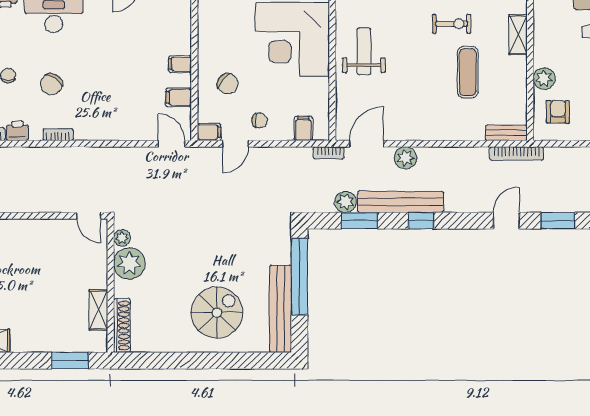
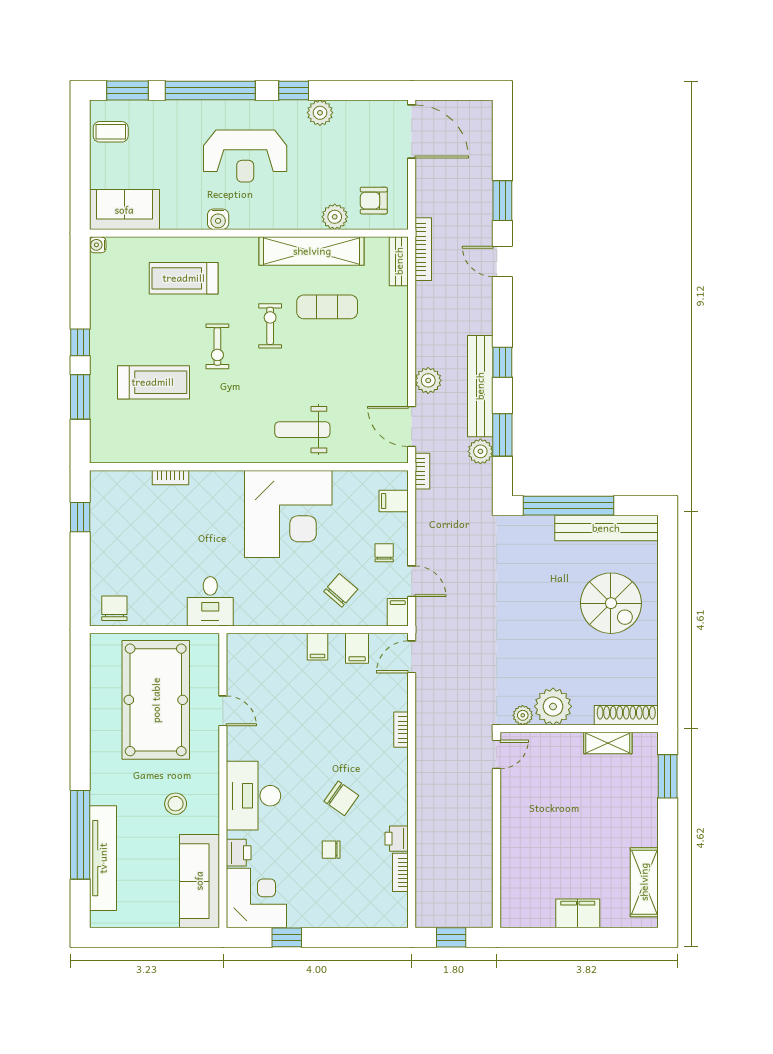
shelving: (518, 35) -> (312, 251), width x2.20, depth x1.33
bookcase: (58, 135) -> (401, 730), moved
spiral stairs: (217, 313) -> (611, 603), turned 180

